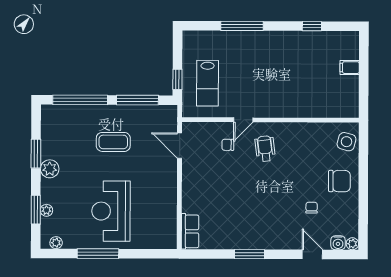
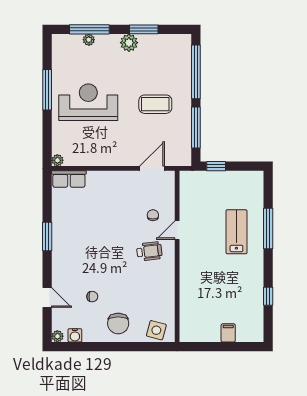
lab bench: (208, 83) -> (236, 232), moved, turned 90
door: (243, 120) -> (177, 230), hinge flipped
coffee table: (113, 142) -> (155, 104), turned 90
window: (36, 210) -> (89, 29), width x1.44
plant: (56, 243) -> (57, 160), moved
water cooler: (338, 243) -> (75, 335), moved, turned -90
door: (312, 254) -> (47, 297), hinge flipped

